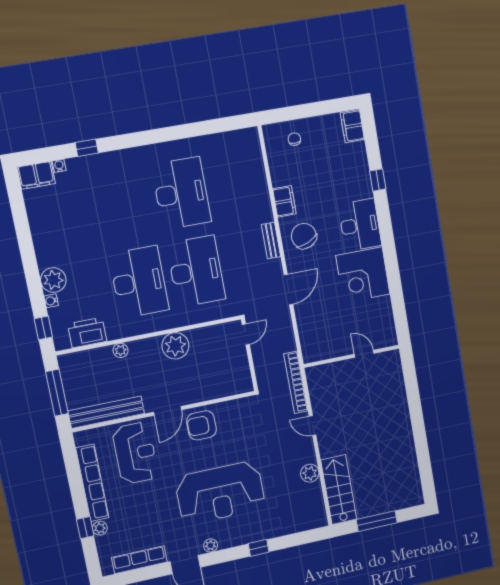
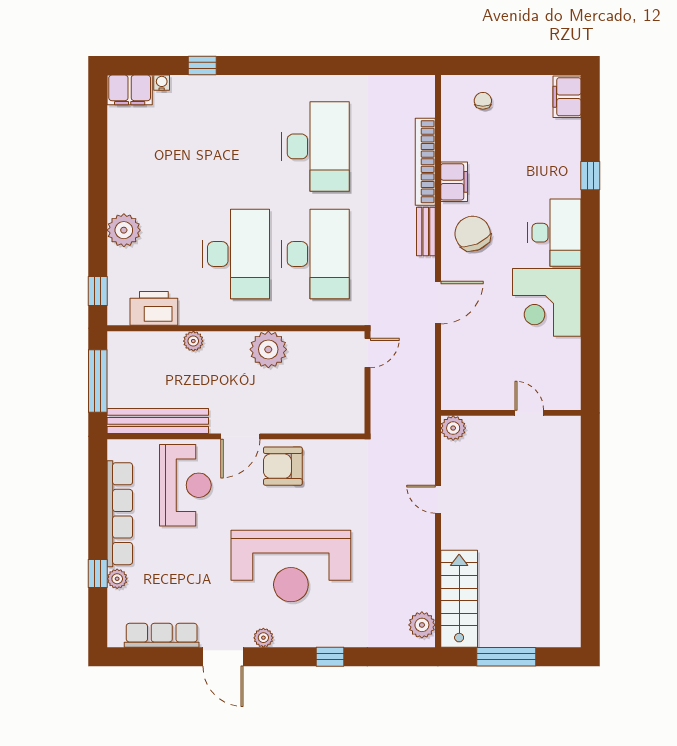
water cooler: (51, 301) -> (115, 257), removed
plant: (314, 375) -> (453, 428), added
bookcase: (296, 382) -> (425, 162), moved
plant: (310, 473) -> (422, 625), moved

